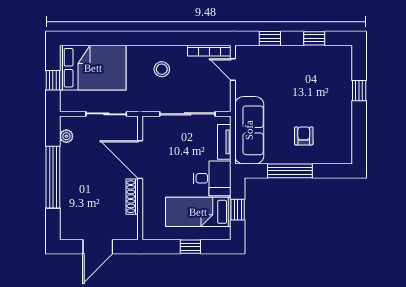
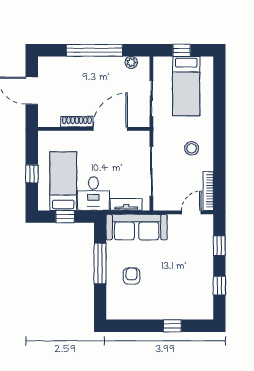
bed: (93, 68) -> (186, 86), width x0.67
armchair: (304, 136) -> (132, 276), turned -90

